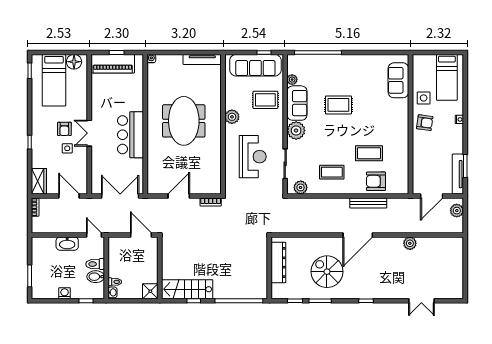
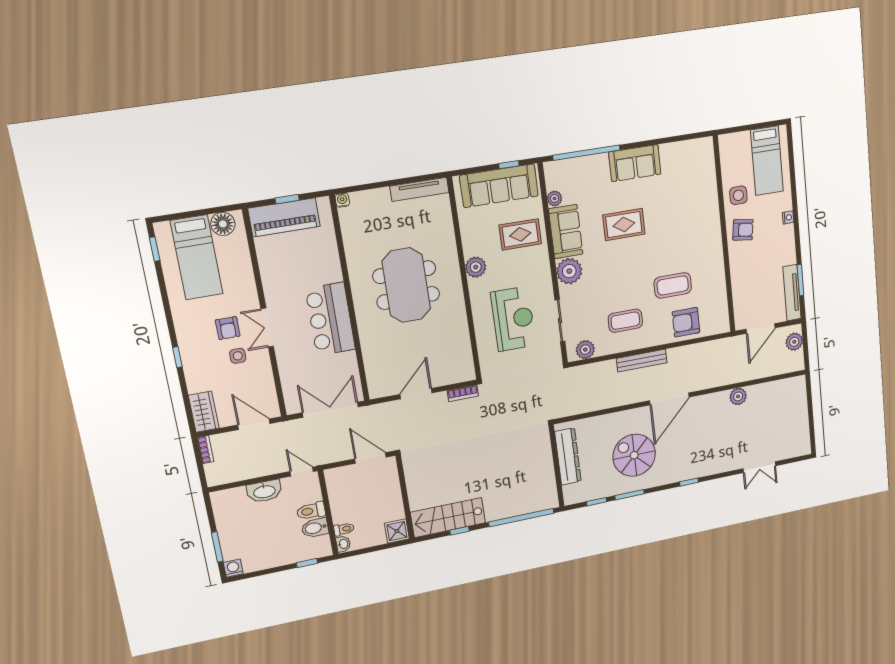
sofa: (398, 80) -> (635, 163), moved, turned -90
bench: (368, 203) -> (642, 361), moved
washing machine: (65, 293) -> (233, 568), moved

